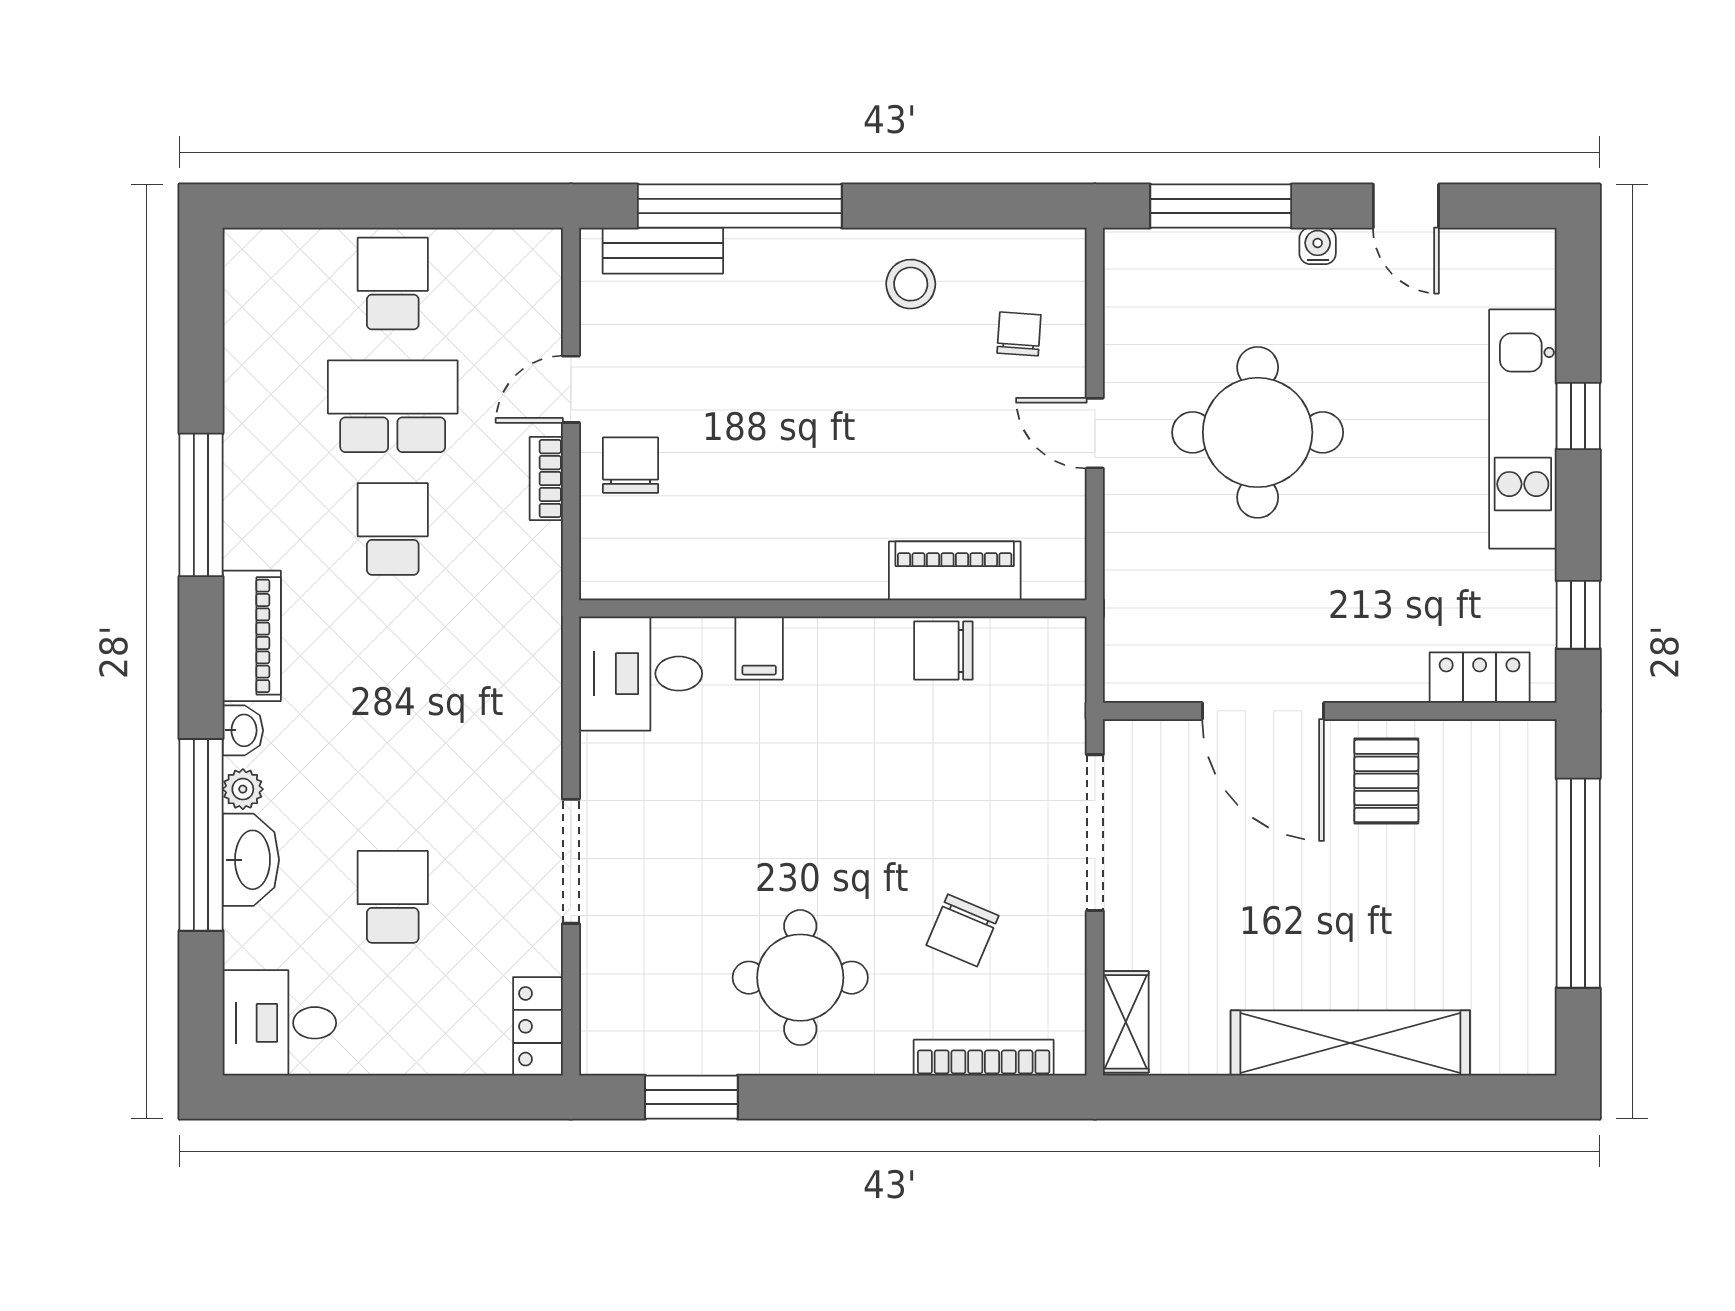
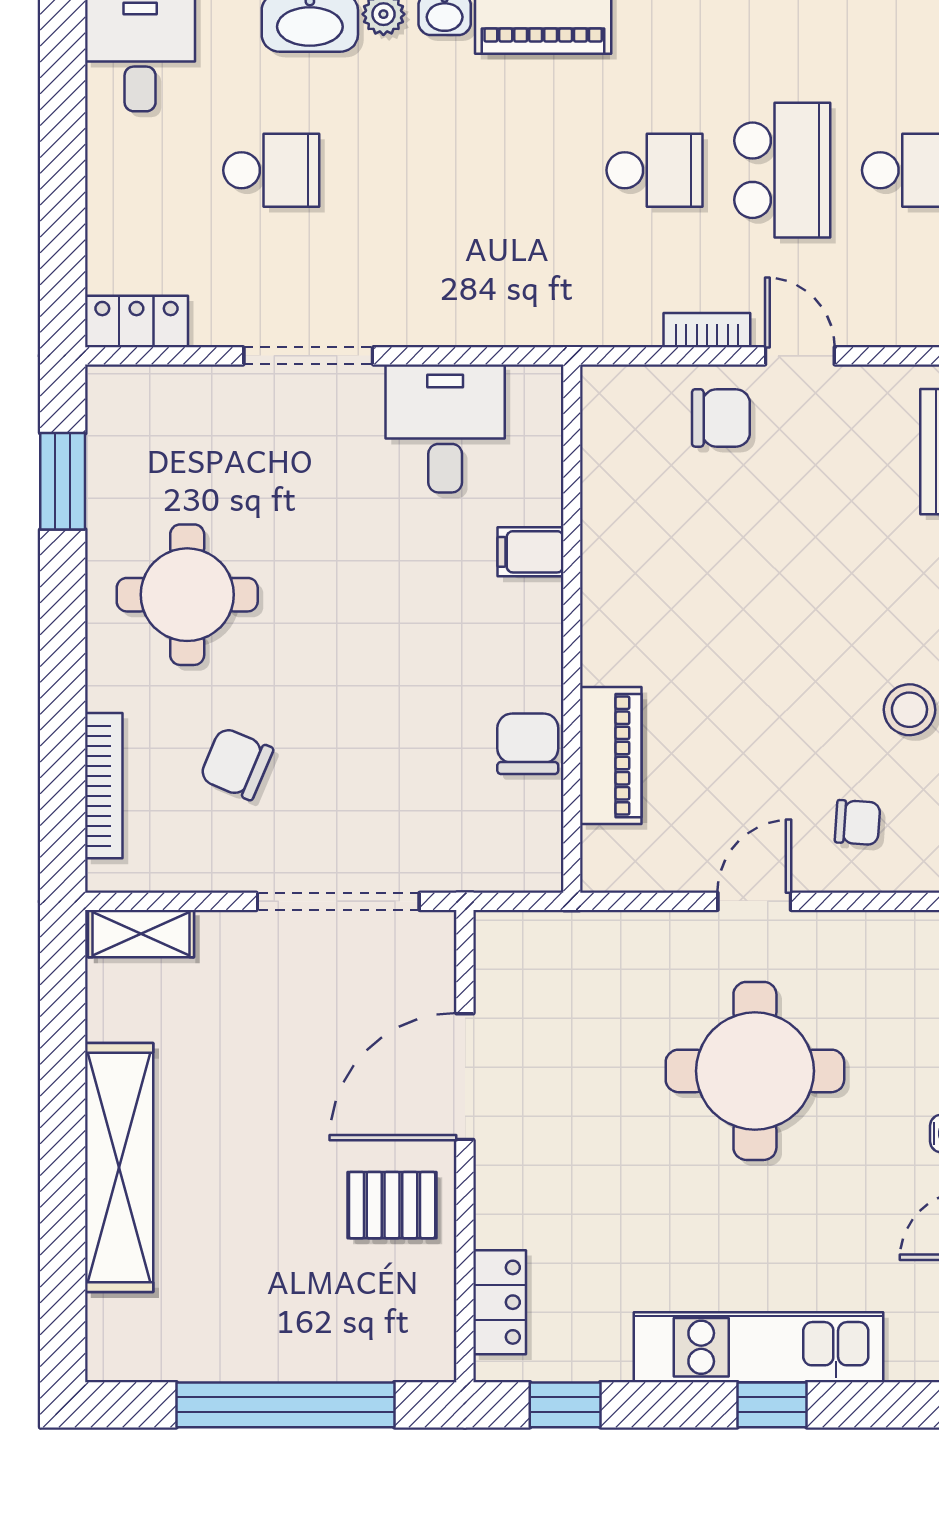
desk: (641, 674) -> (445, 428), moved

